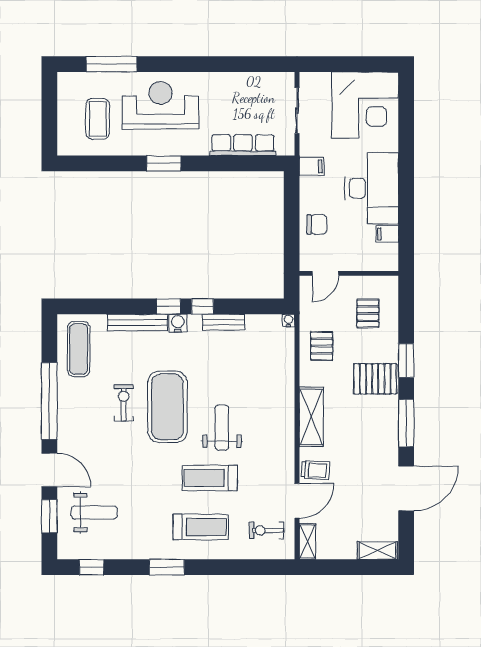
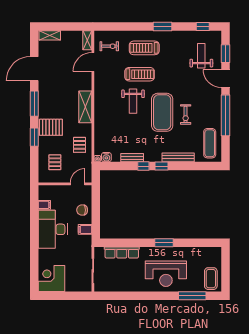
corner desk: (365, 105) -> (52, 279), width x0.74, depth x0.74
coffee table: (98, 119) -> (211, 279), moved
filing cabinet: (312, 166) -> (85, 229), moved
water cooler: (178, 323) -> (106, 157), moved
trolley: (315, 470) -> (83, 78), removed
weight bench: (94, 512) -> (201, 56), turned 90

